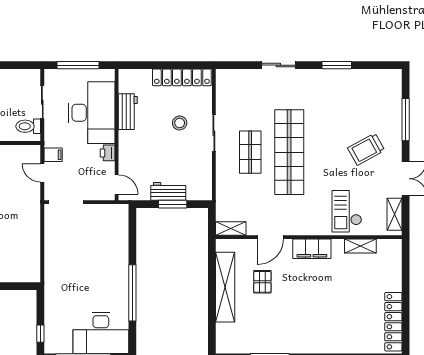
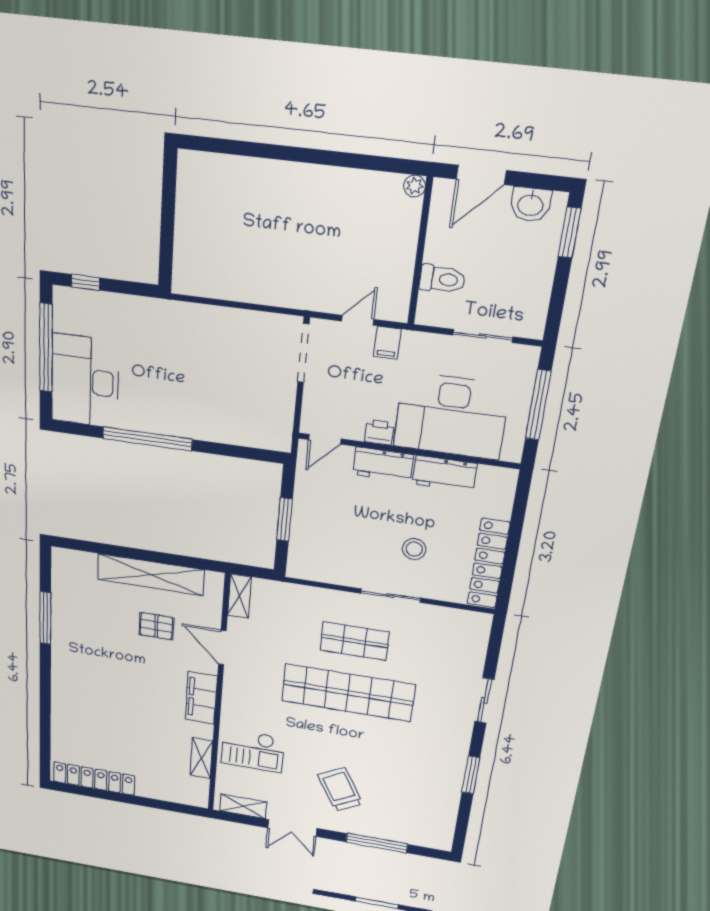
toilet: (28, 126) -> (442, 279), moved, turned 90
workbench: (168, 191) -> (383, 464), moved, turned 90
checkout: (347, 211) -> (253, 750), turned 180

